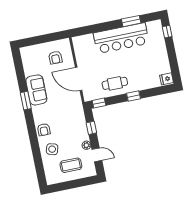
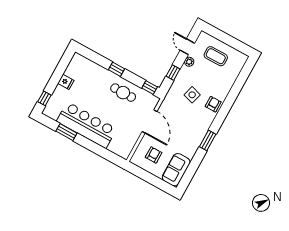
fridge: (167, 79) -> (66, 82), moved
sofa: (36, 90) -> (176, 170), moved
side table: (52, 149) -> (192, 95), moved

